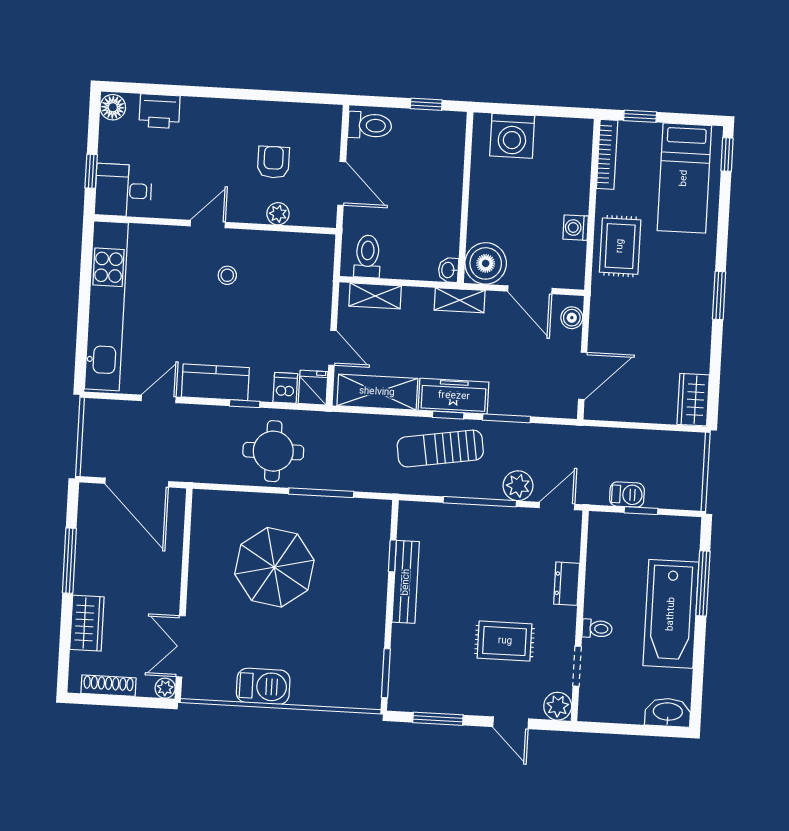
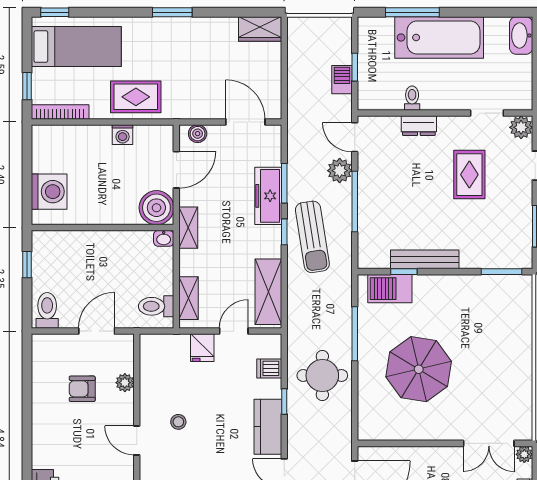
fridge: (313, 388) -> (202, 348), moved, turned -90
freezer: (454, 396) -> (268, 196), moved
toilet: (597, 629) -> (412, 98), moved
barbecue: (263, 686) -> (390, 289), moved, turned -90

